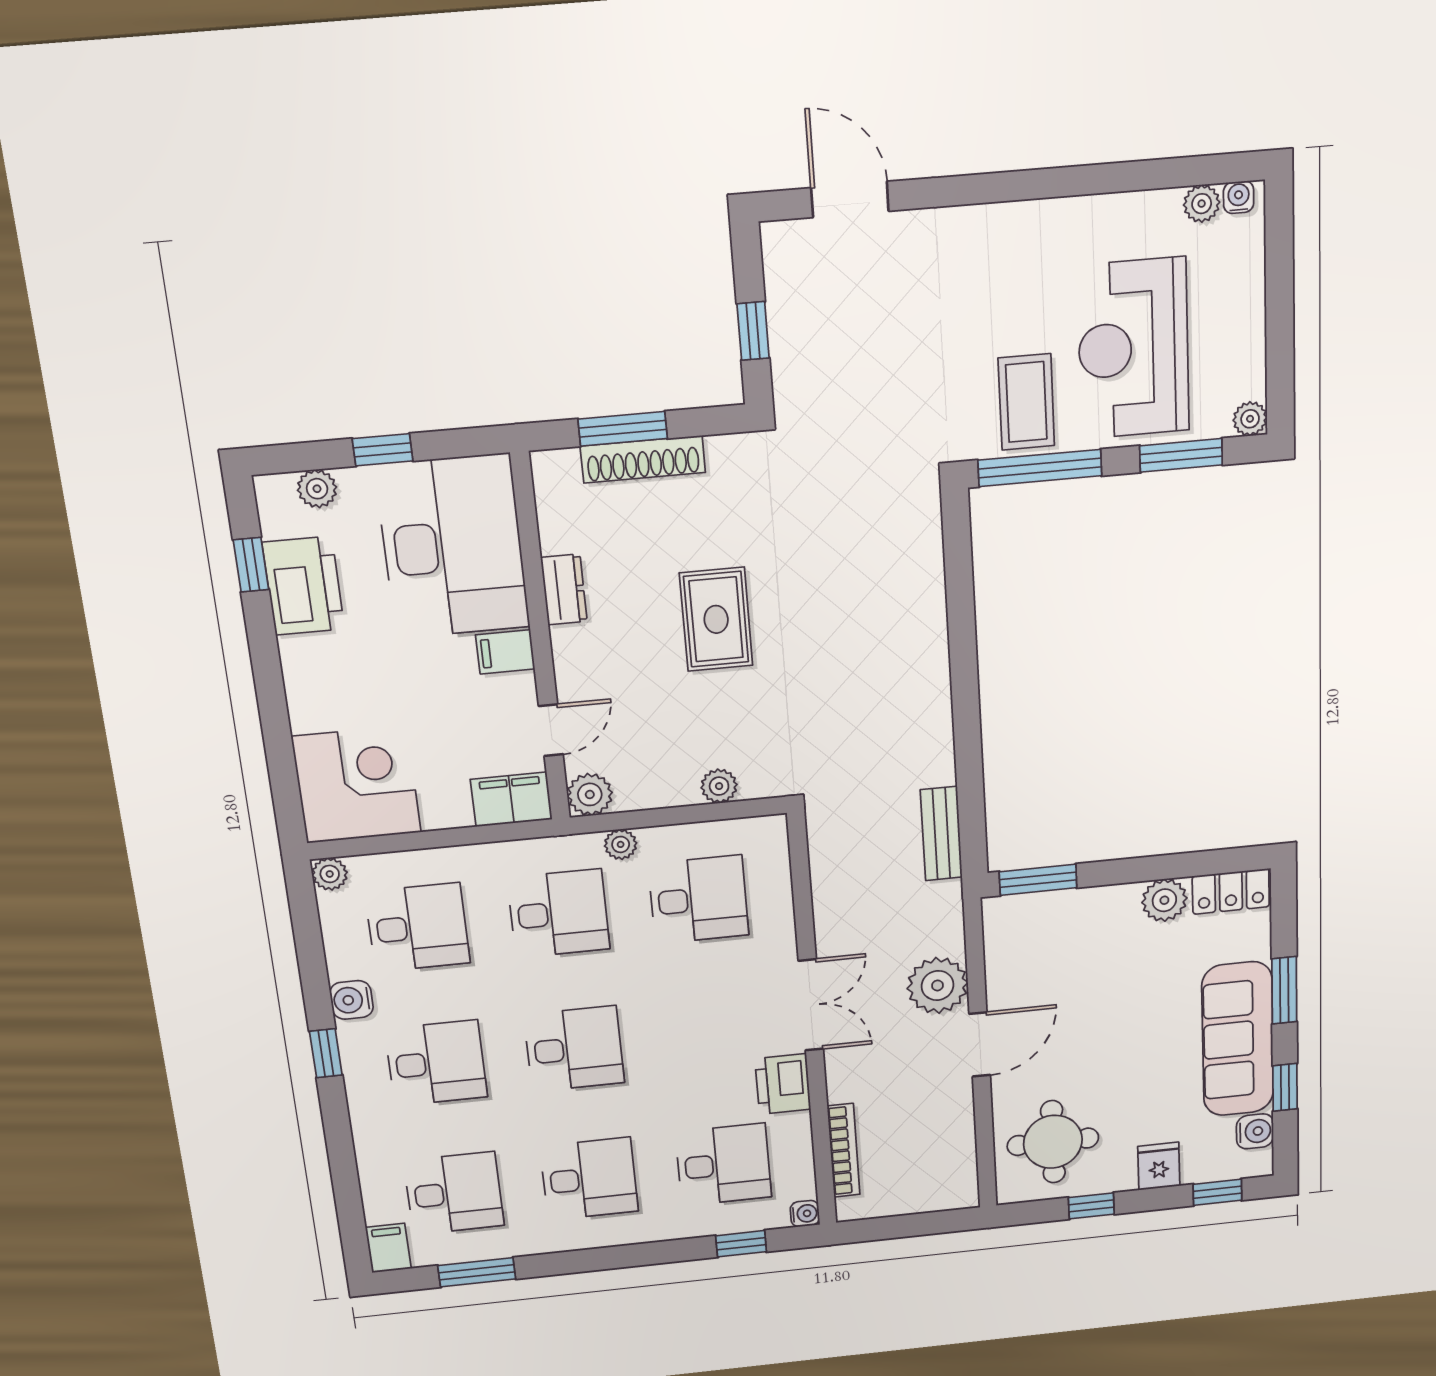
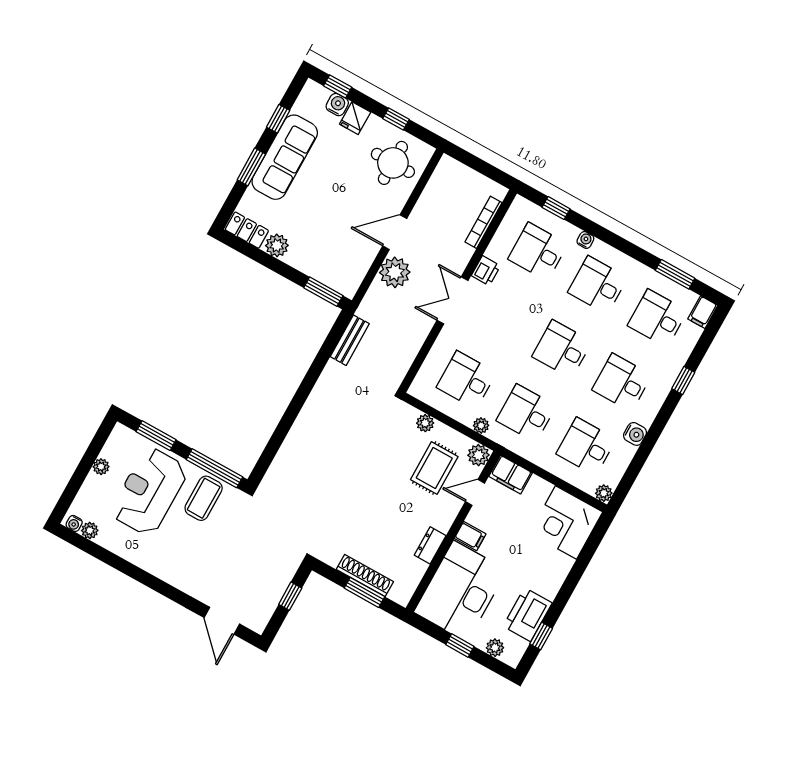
reception desk: (1133, 349) -> (149, 491), turned 180
plant: (1250, 419) -> (101, 467), moved
rug: (716, 619) -> (434, 468), moved
window: (326, 1053) -> (683, 380), moved
printer: (783, 1084) -> (486, 271), width x0.73, depth x0.81
water cooler: (1255, 1131) -> (337, 105), moved, turned 90
water cooler: (805, 1214) -> (585, 240), moved, turned 90

